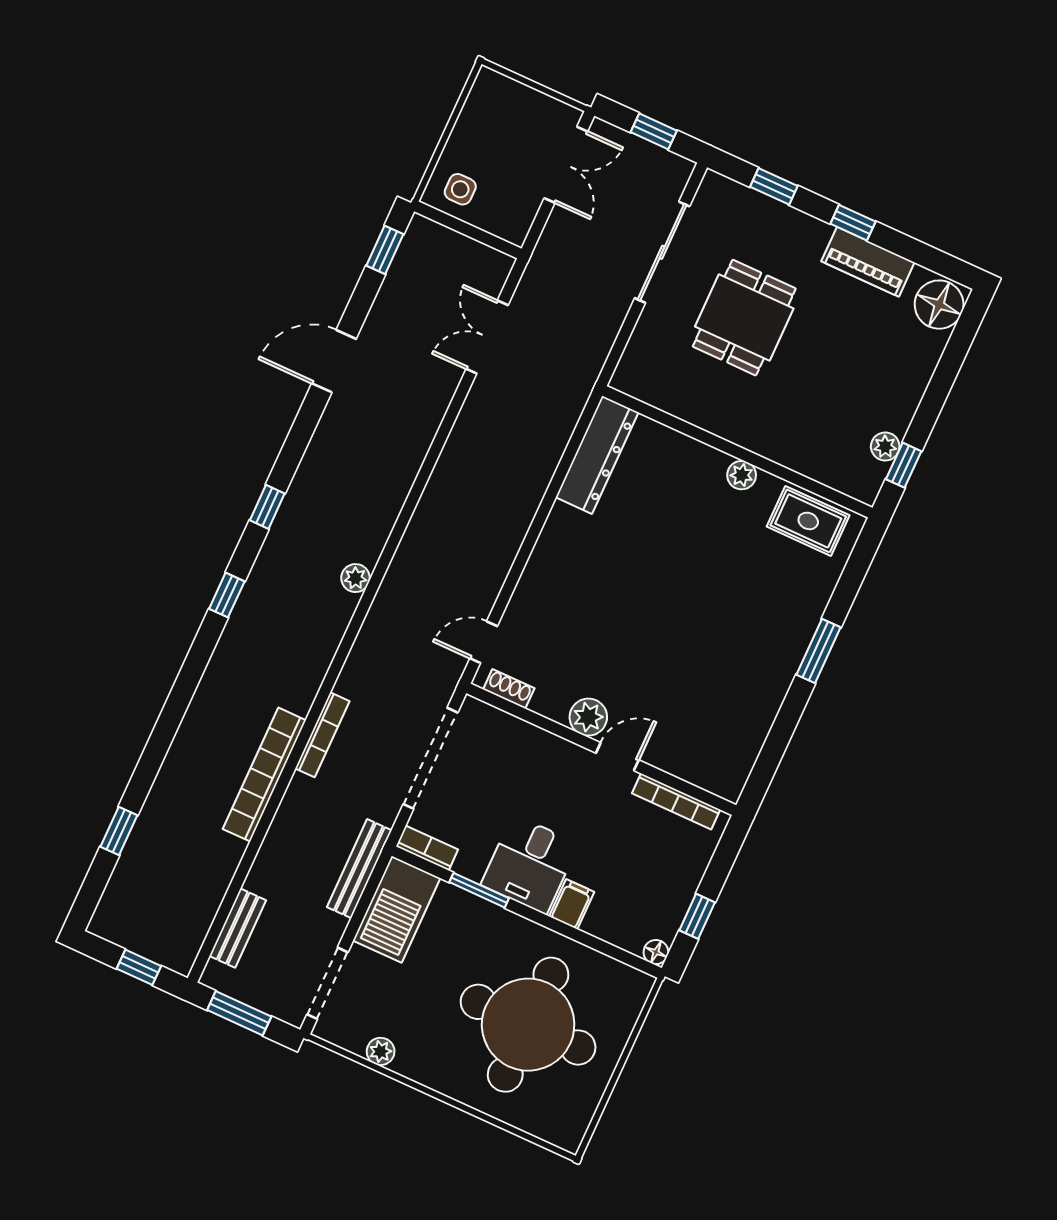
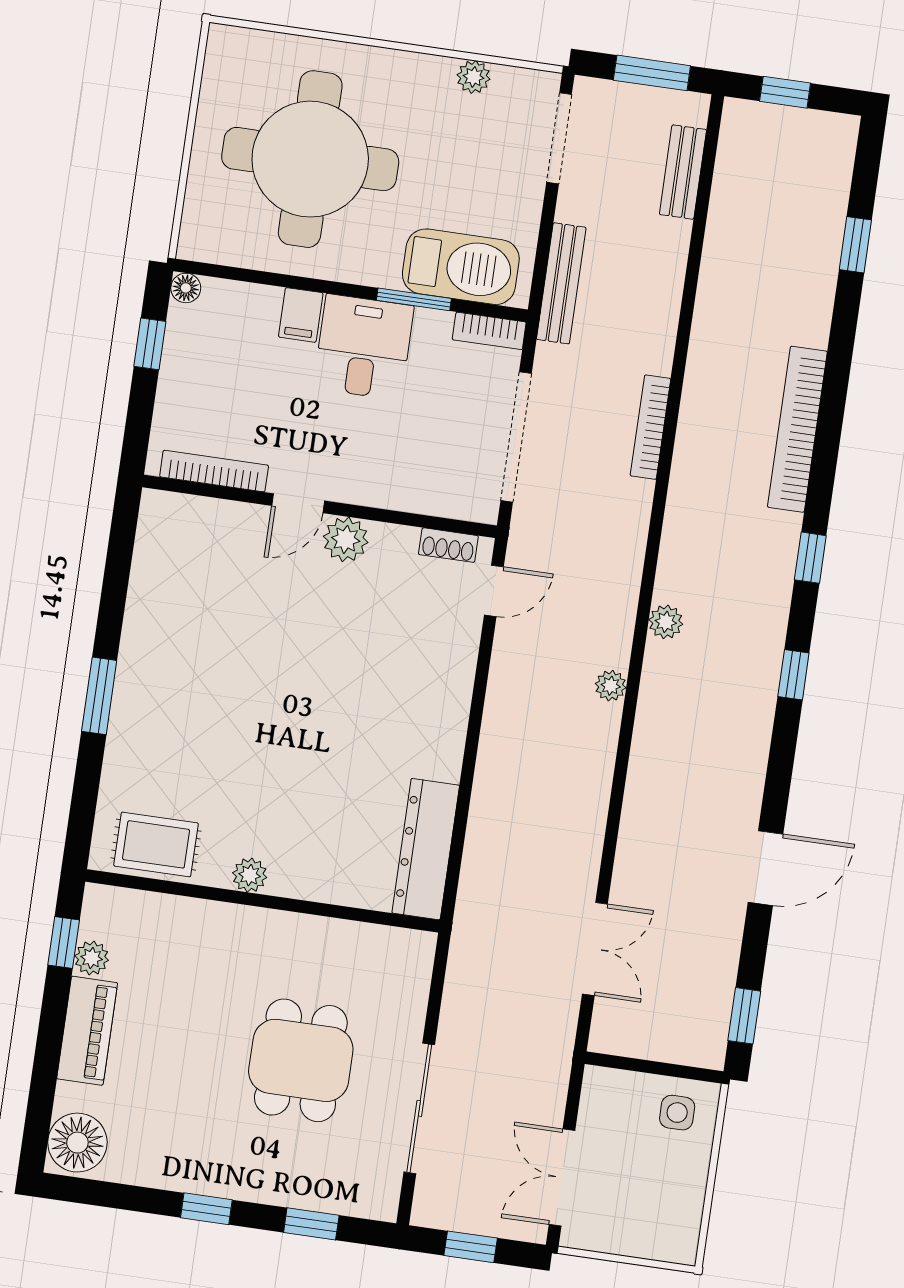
piano: (868, 262) -> (87, 1031), moved, turned 90
plant: (414, 541) -> (611, 686), added
bookcase: (264, 775) -> (797, 429), moved, turned 180
barbecue: (397, 909) -> (461, 267), moved, turned 90

